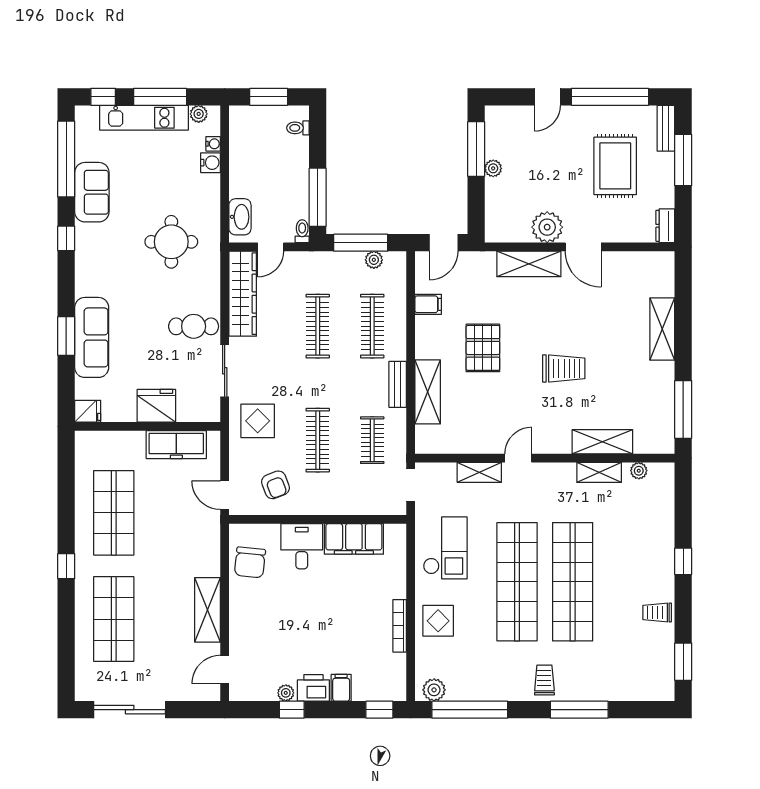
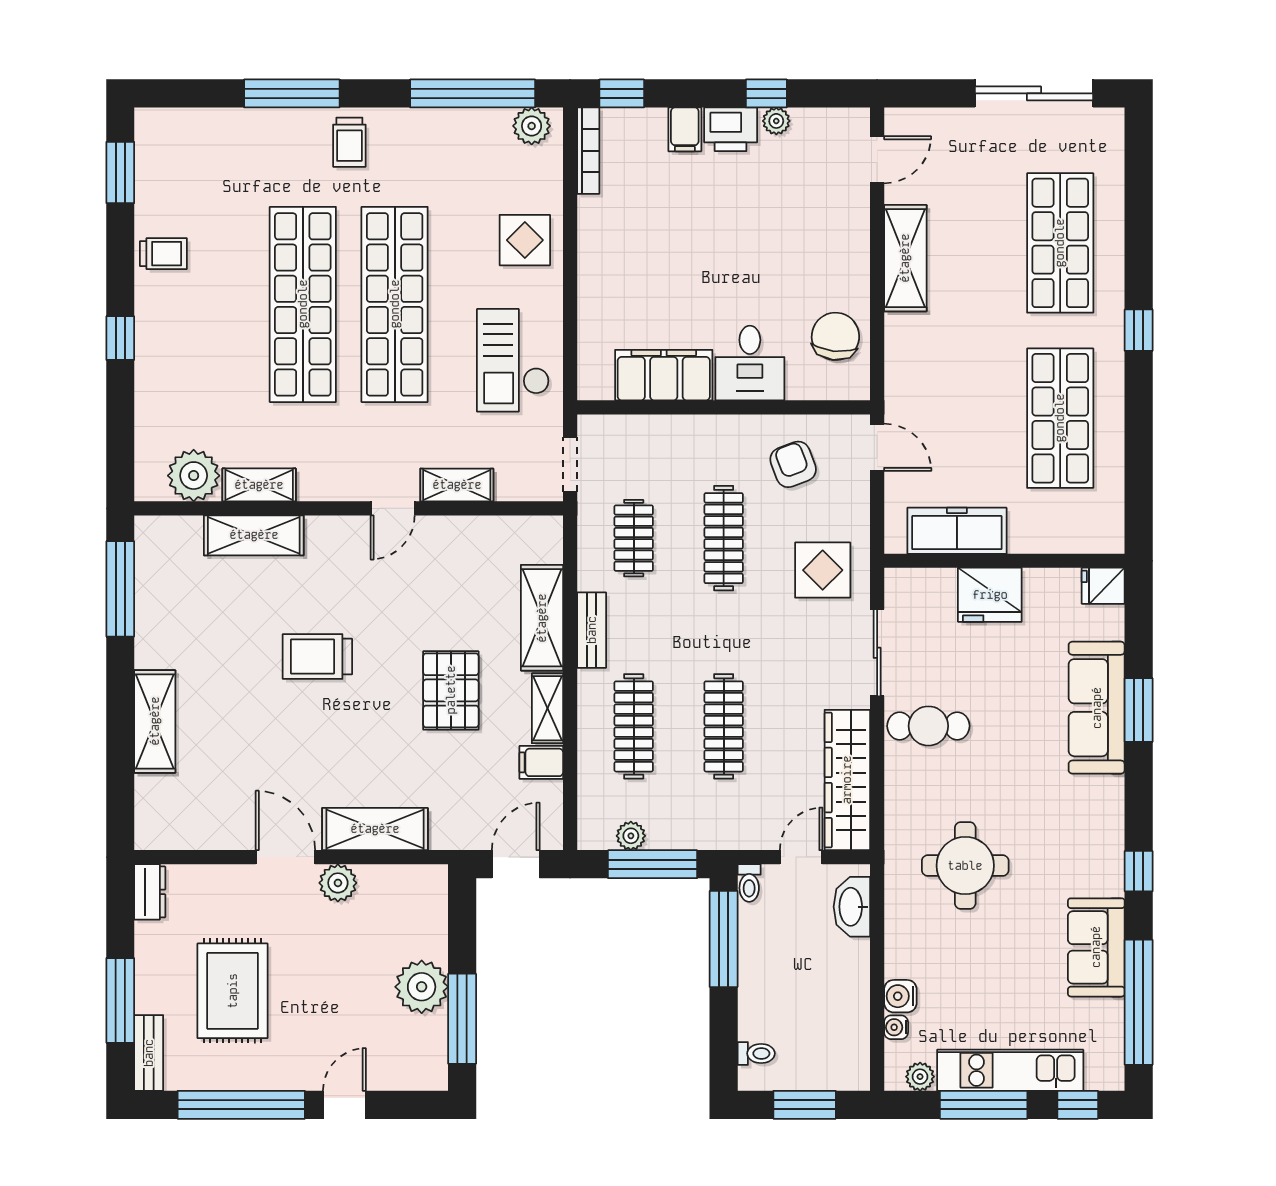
plant: (493, 168) -> (422, 987), width x1.87, depth x1.87
plant: (547, 227) -> (338, 883), width x0.73, depth x0.73
shelving: (424, 337) -> (548, 708), added
plant: (639, 471) -> (194, 476), width x1.87, depth x1.87
bookcase: (400, 626) -> (588, 151), moved

